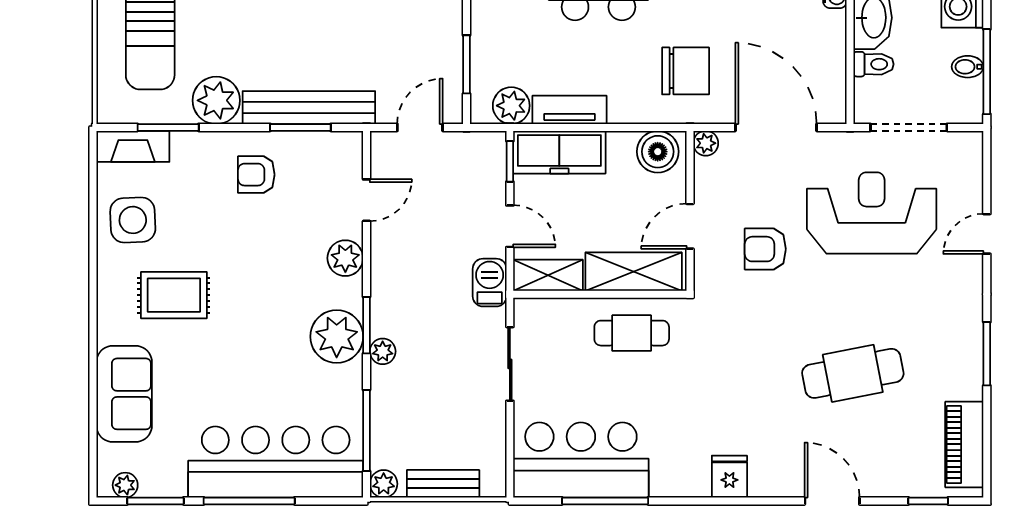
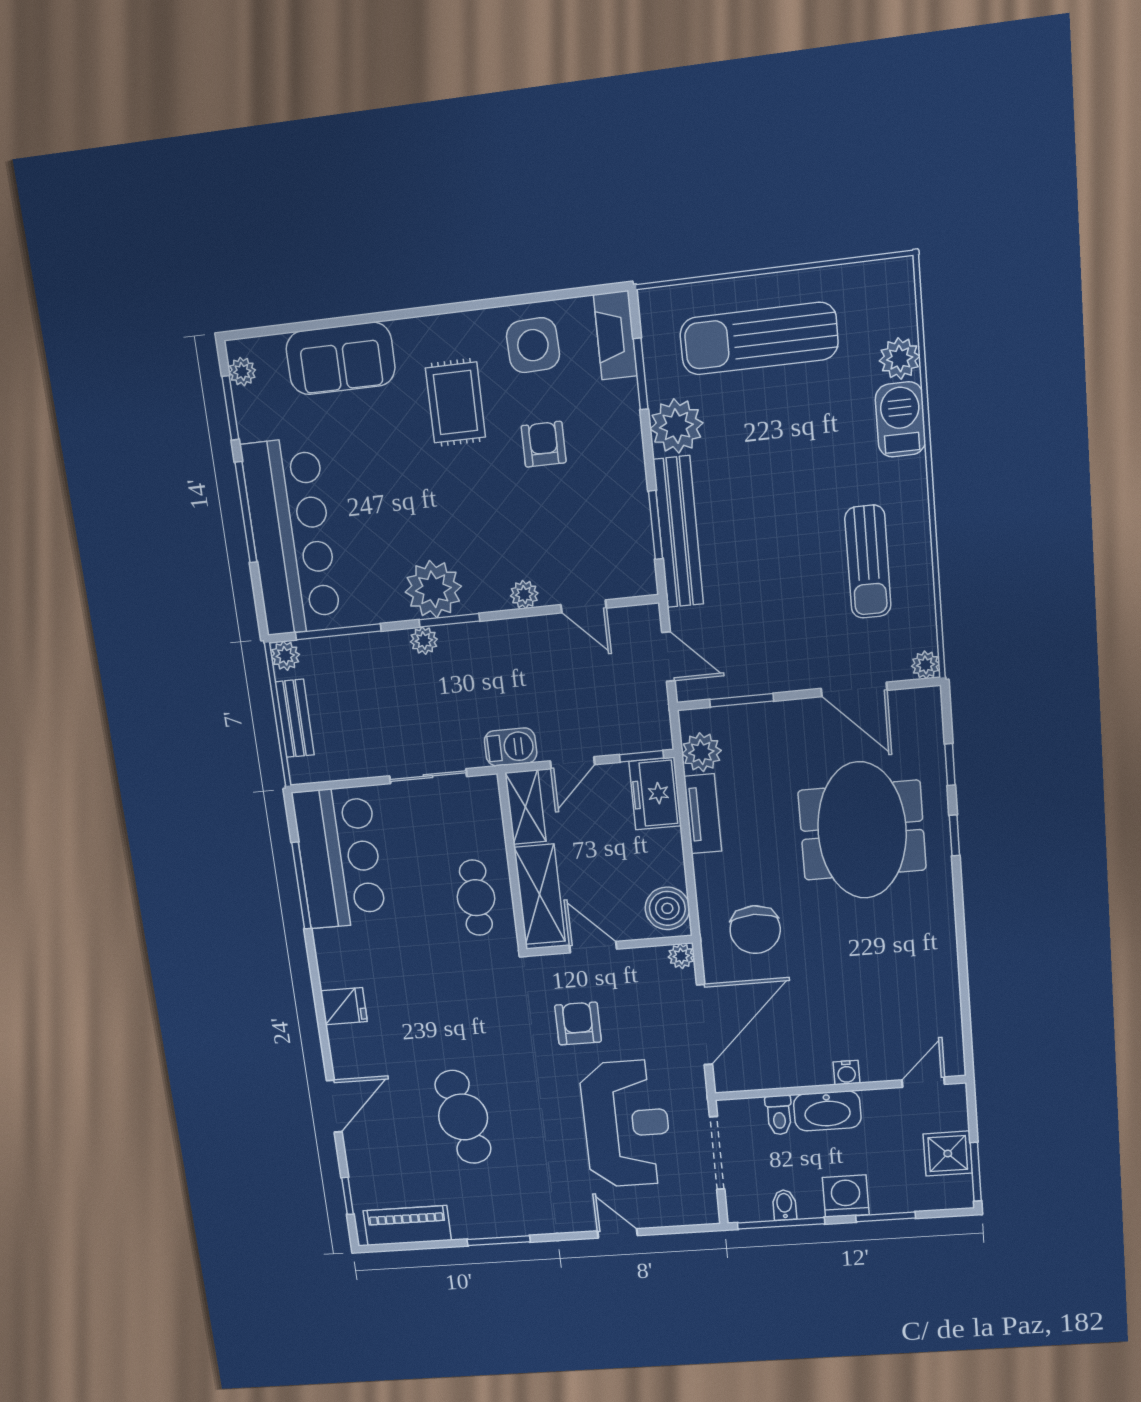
freezer: (559, 152) -> (655, 794), width x0.71
armchair: (256, 175) -> (544, 444), moved
plant: (345, 258) -> (524, 595), width x0.73, depth x0.73

